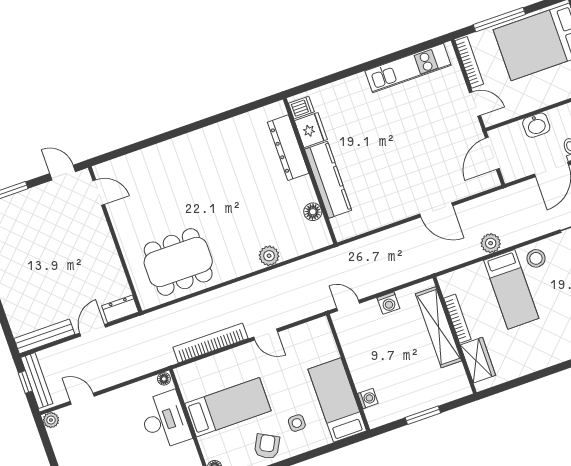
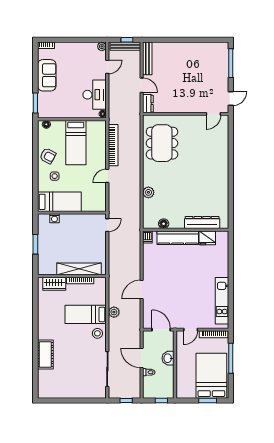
dishwasher: (301, 108) -> (147, 237), moved
washing machine: (388, 303) -> (101, 247), removed
desk: (165, 420) -> (95, 95), moved, turned -90

